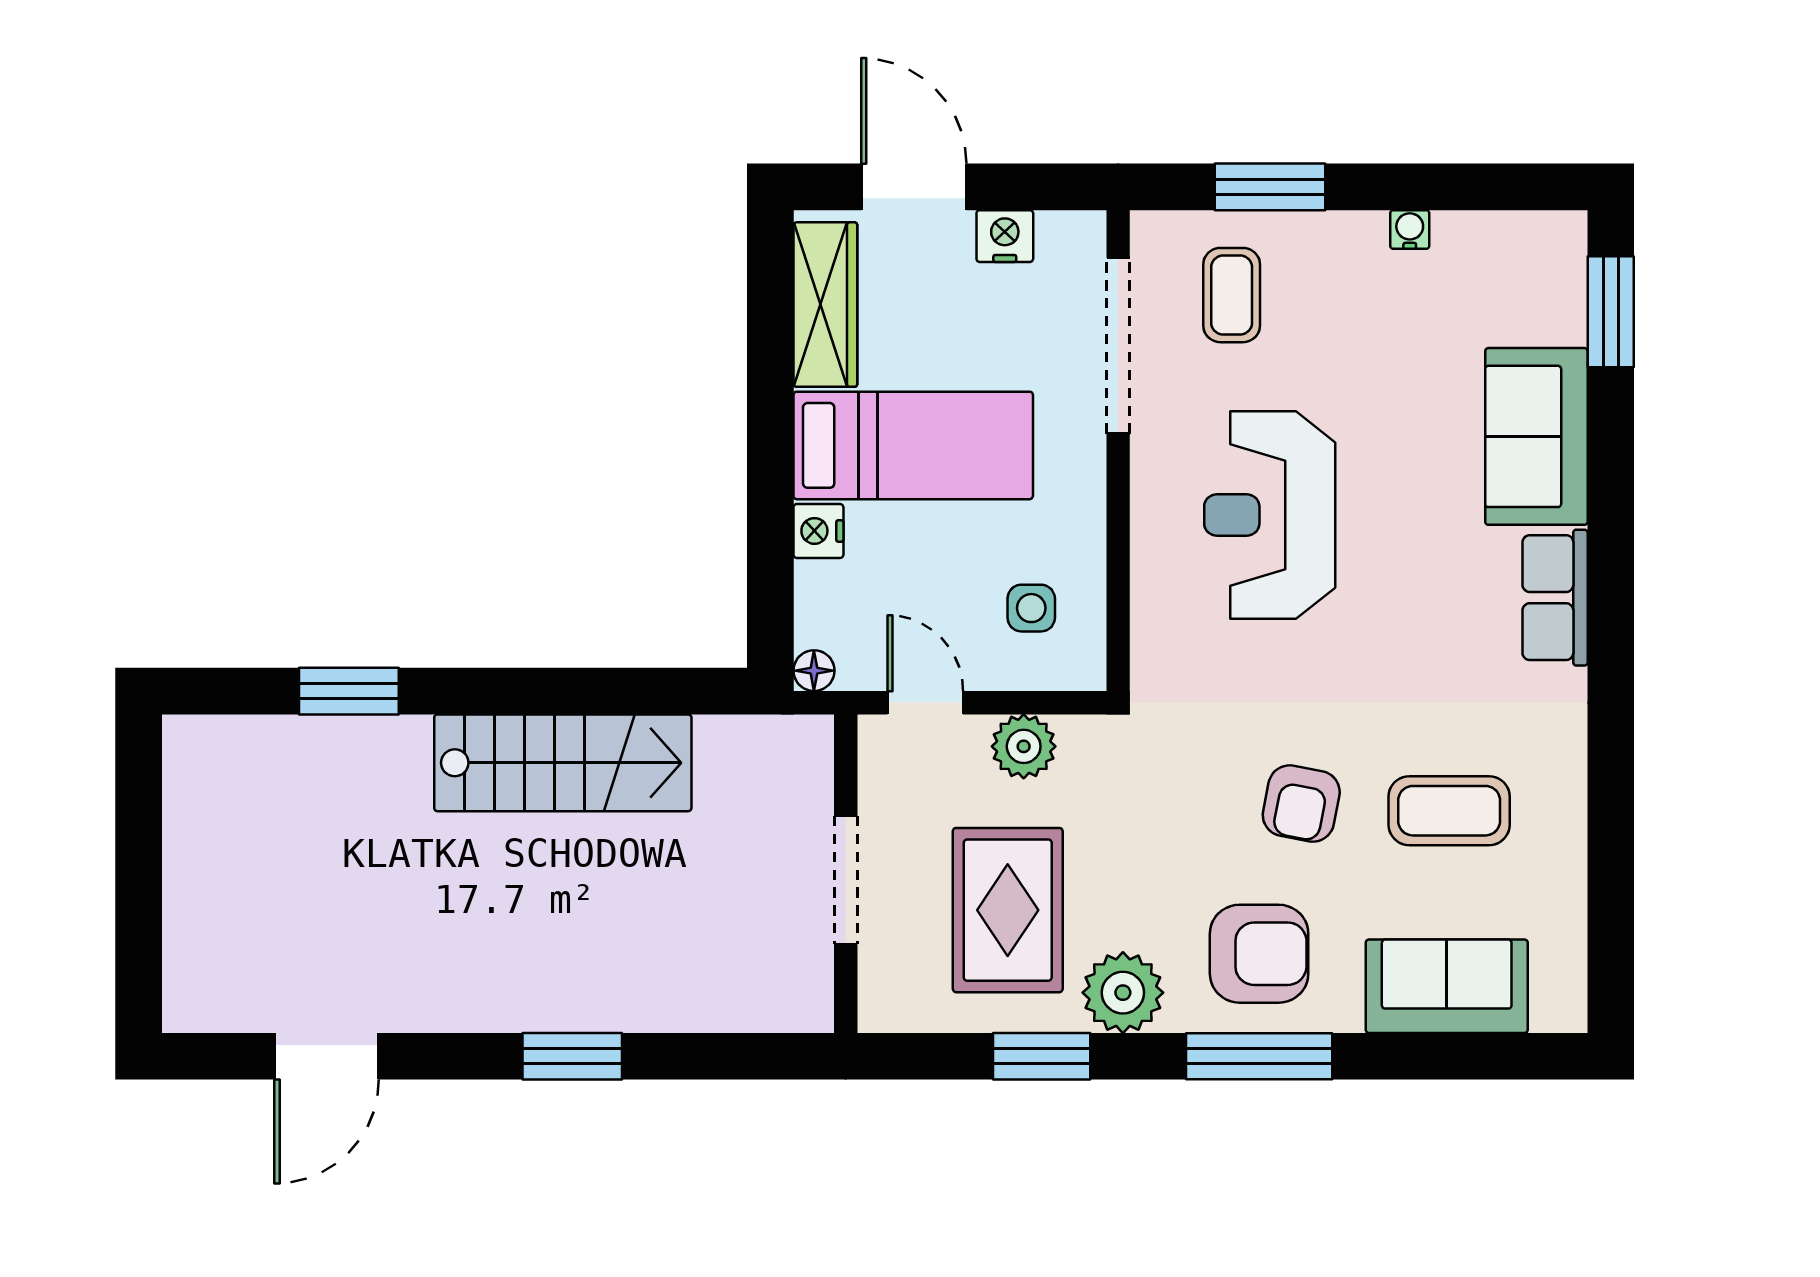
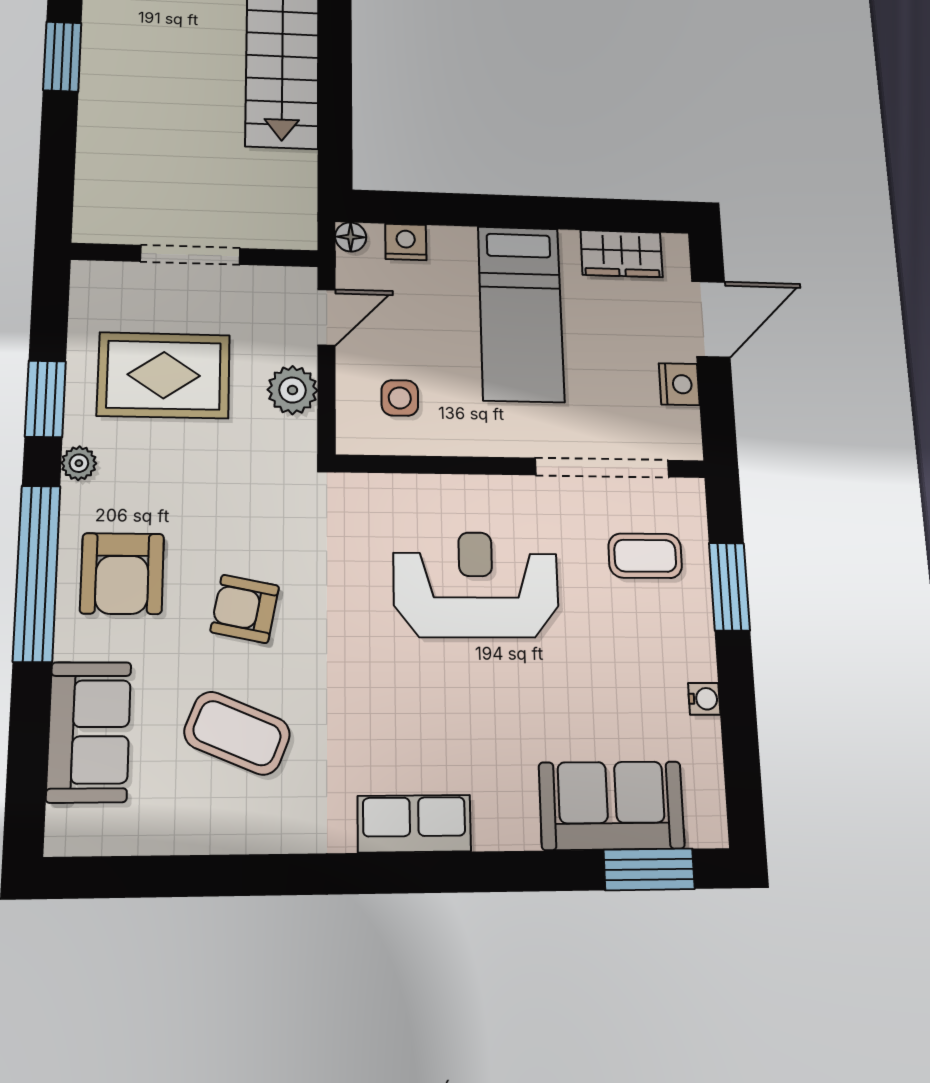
wardrobe: (825, 305) -> (622, 254), width x0.67
sofa: (1536, 436) -> (612, 806), moved
nightstand: (818, 531) -> (406, 242), moved
coffee table: (1449, 811) -> (237, 733), turned -68
plant: (1123, 993) -> (79, 463), width x0.53, depth x0.53
window: (1259, 1056) -> (37, 573), width x1.46

